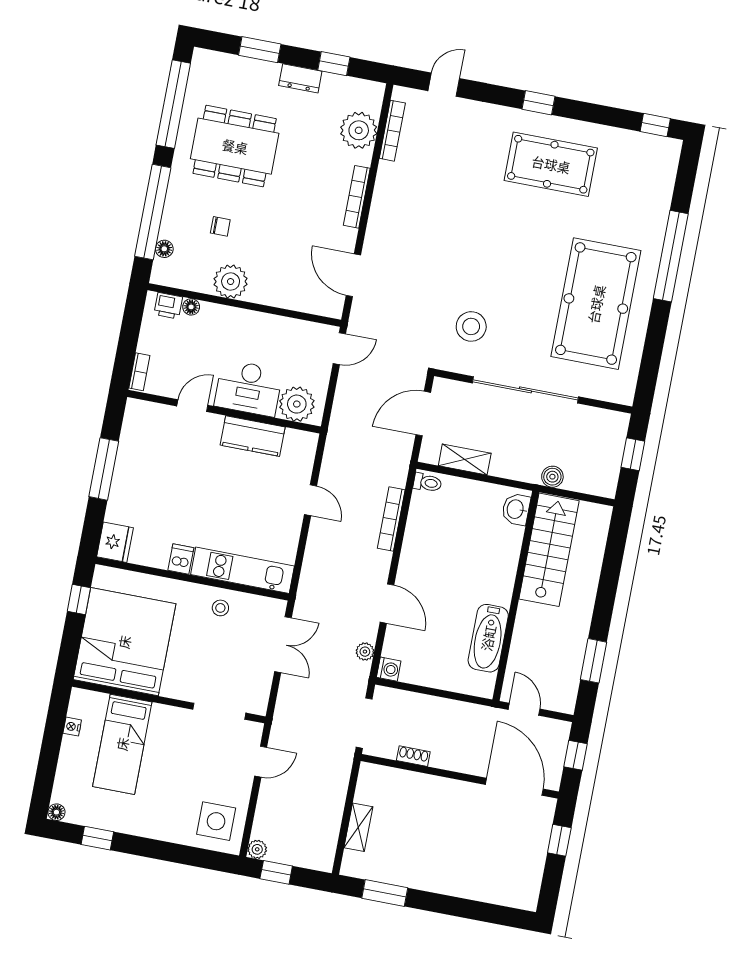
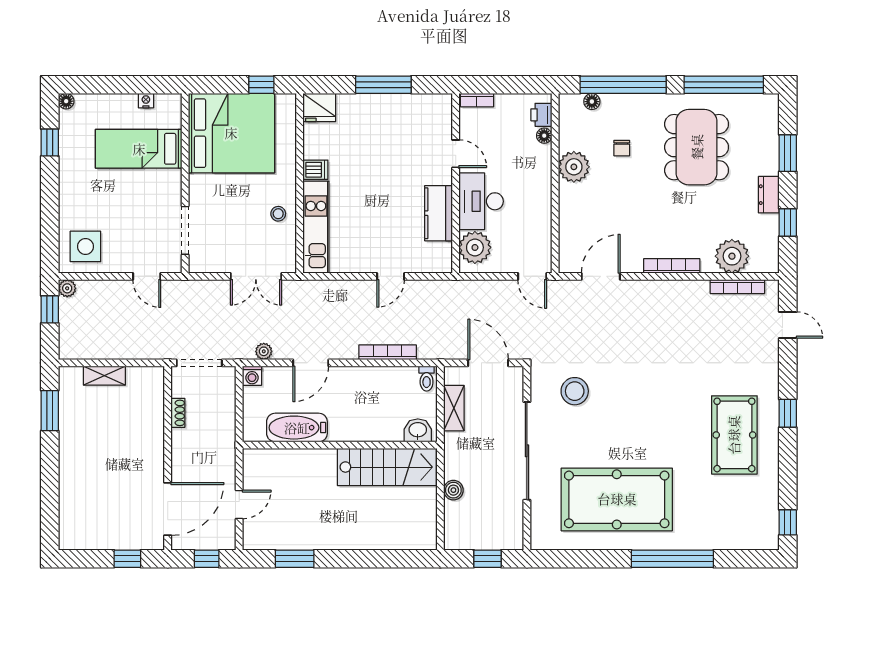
washbasin: (516, 509) -> (418, 430), moved
stairs: (549, 550) -> (387, 467), moved
wall: (516, 596) -> (340, 445), moved
bathtub: (488, 638) -> (297, 428), moved

